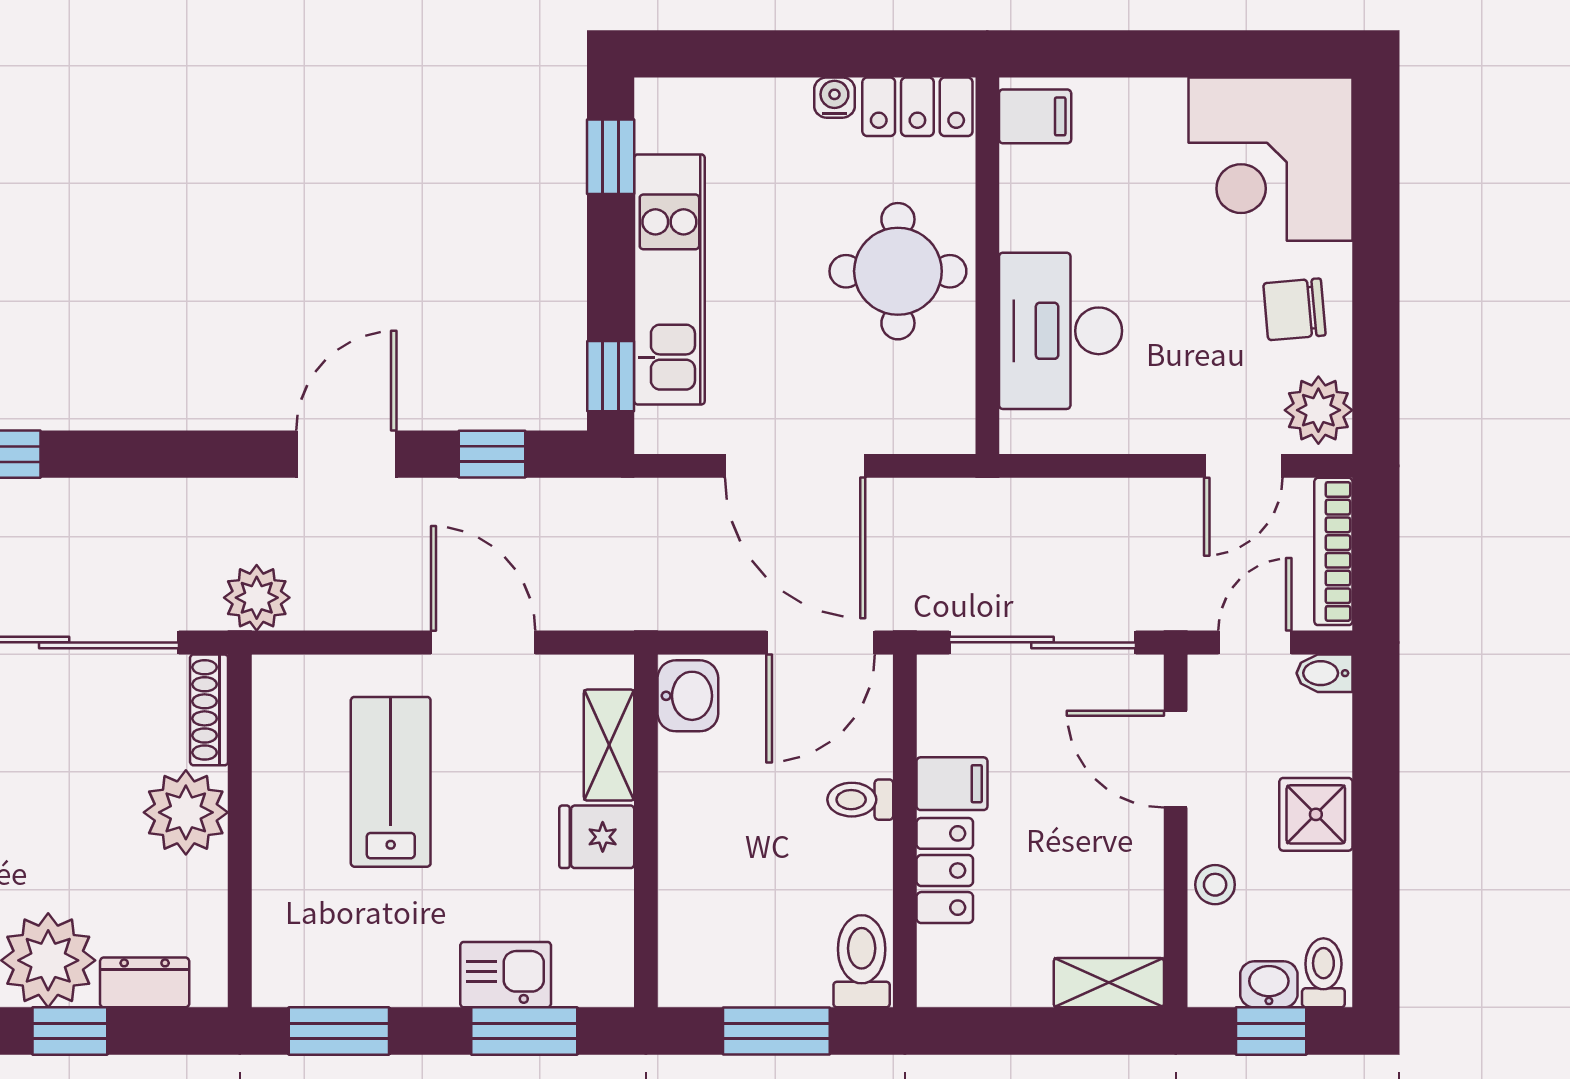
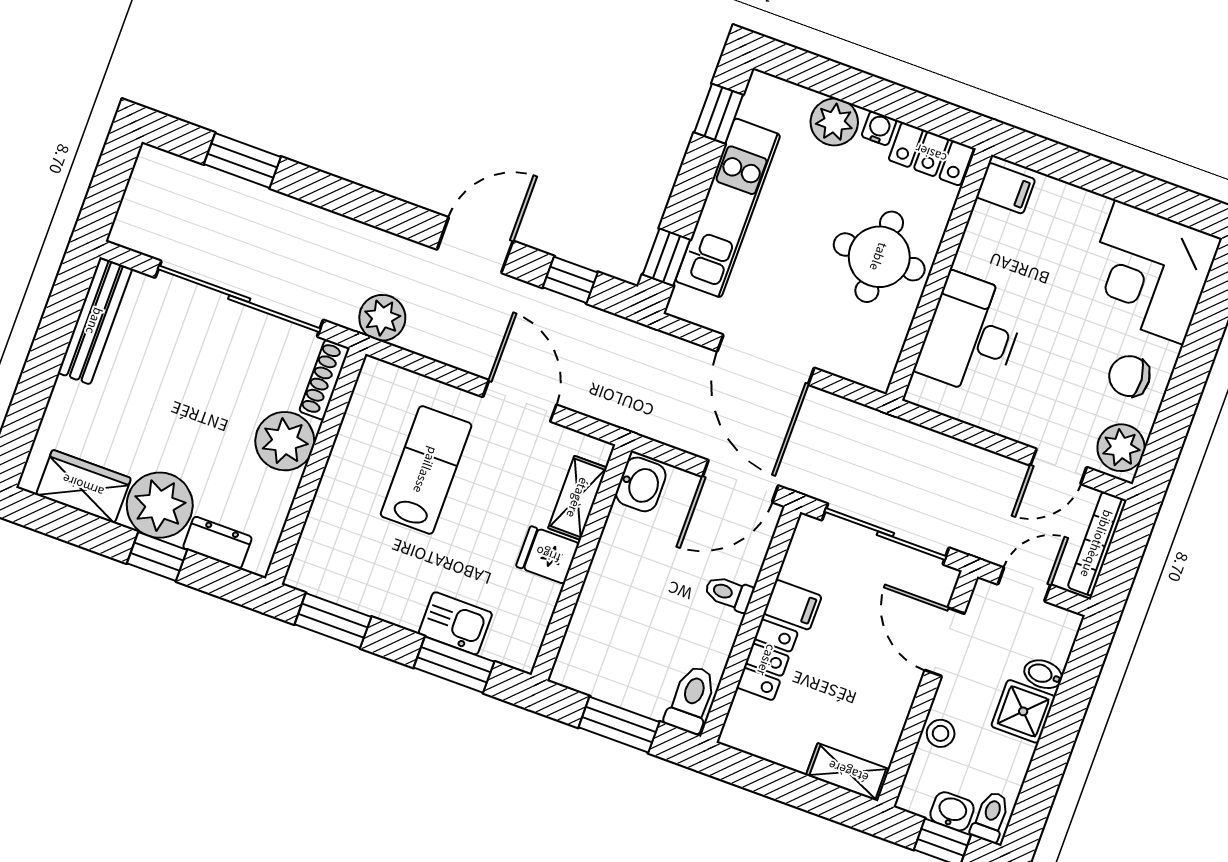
plant: (771, 111) -> (834, 122), added
bidet: (1325, 673) -> (1043, 674), moved

